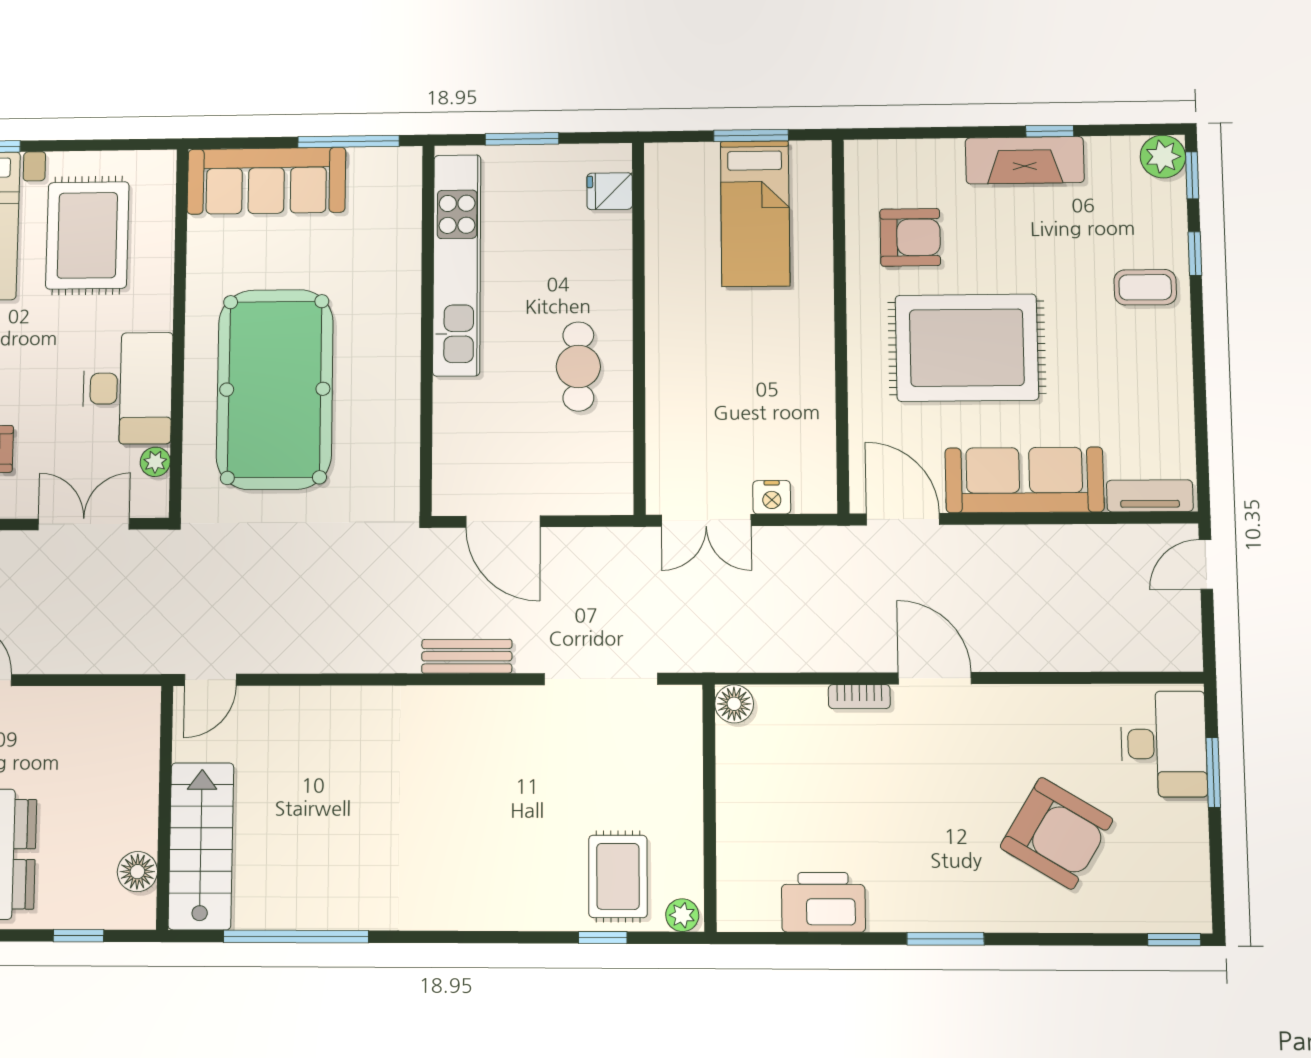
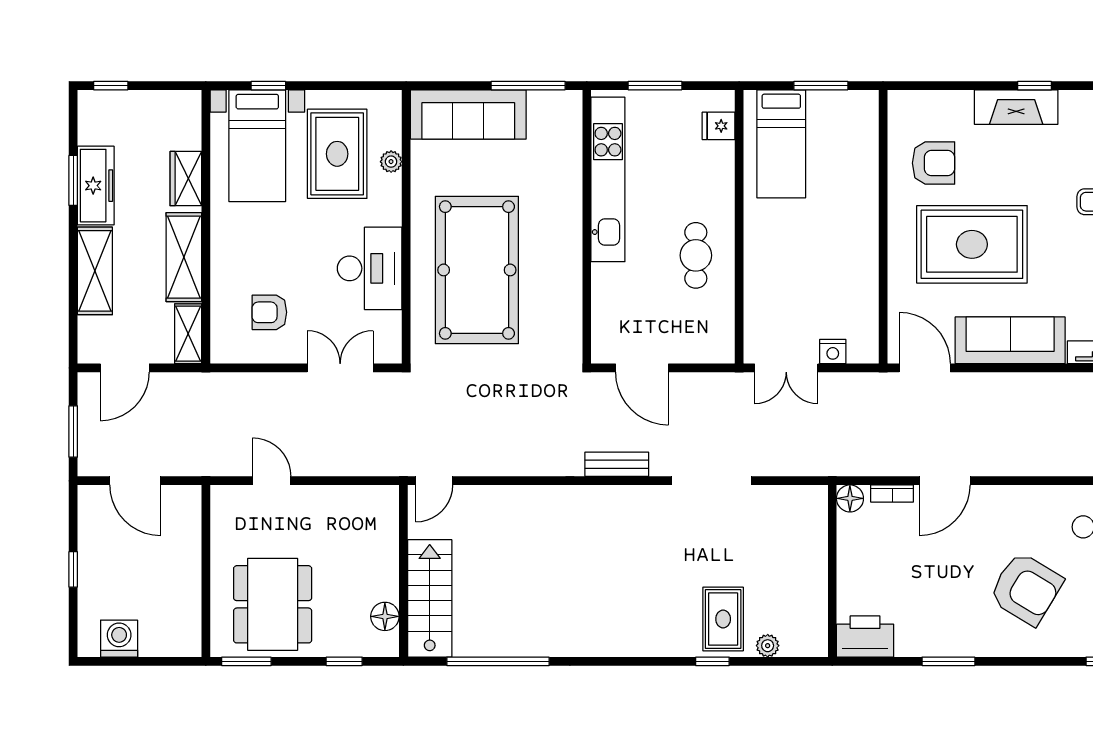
bed: (755, 213) -> (781, 144), moved
plant: (155, 462) -> (391, 162), moved
door: (935, 678) -> (945, 481), swing flipped
floor lamp: (734, 704) -> (850, 498), moved
wall: (710, 807) -> (832, 571), moved

